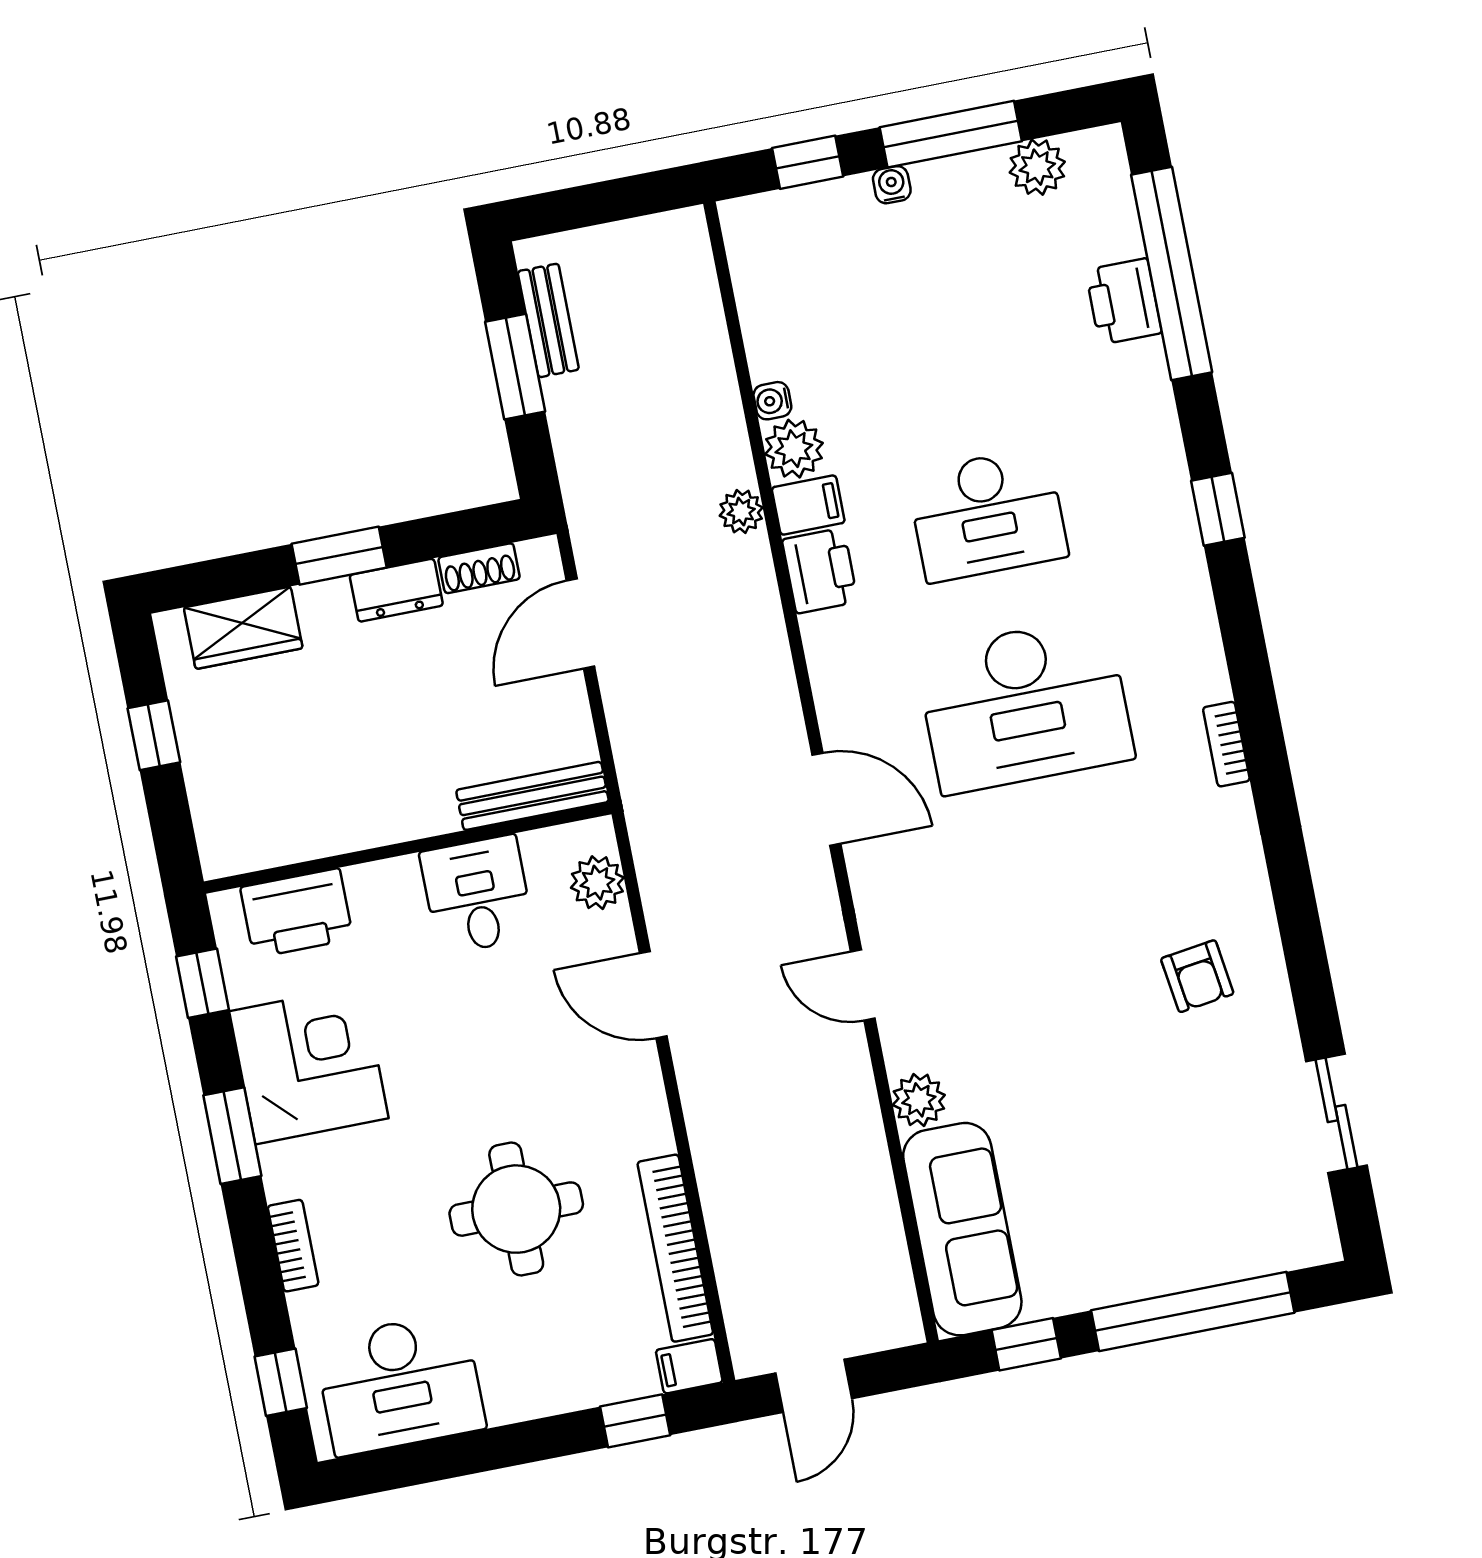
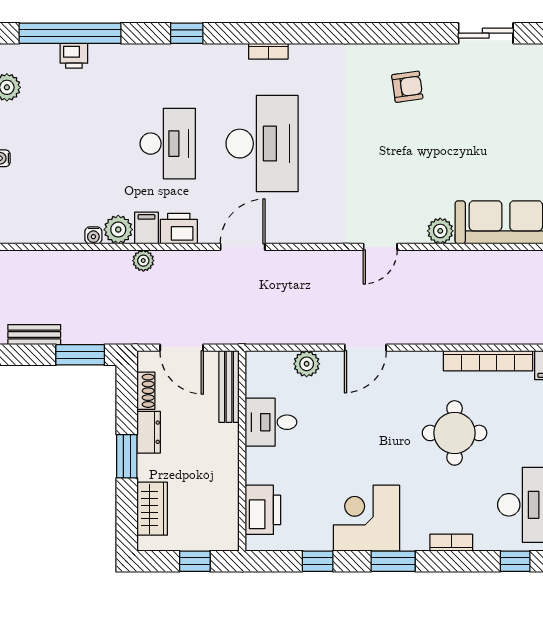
printer: (1124, 301) -> (74, 56), width x0.73, depth x0.81
window: (515, 367) -> (80, 355), moved
bookcase: (1226, 744) -> (268, 51), moved
bench: (532, 796) -> (229, 387), moved
door: (826, 799) -> (243, 247), moved
wall: (408, 848) -> (242, 451), moved
desk: (477, 895) -> (271, 422), moved
printer: (297, 913) -> (263, 510), moved

